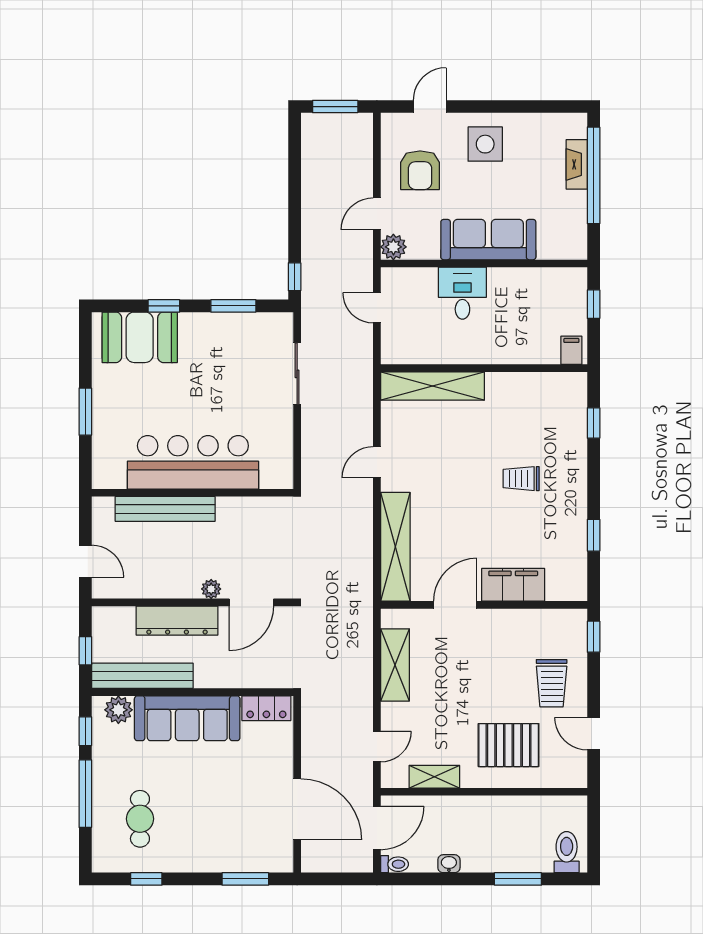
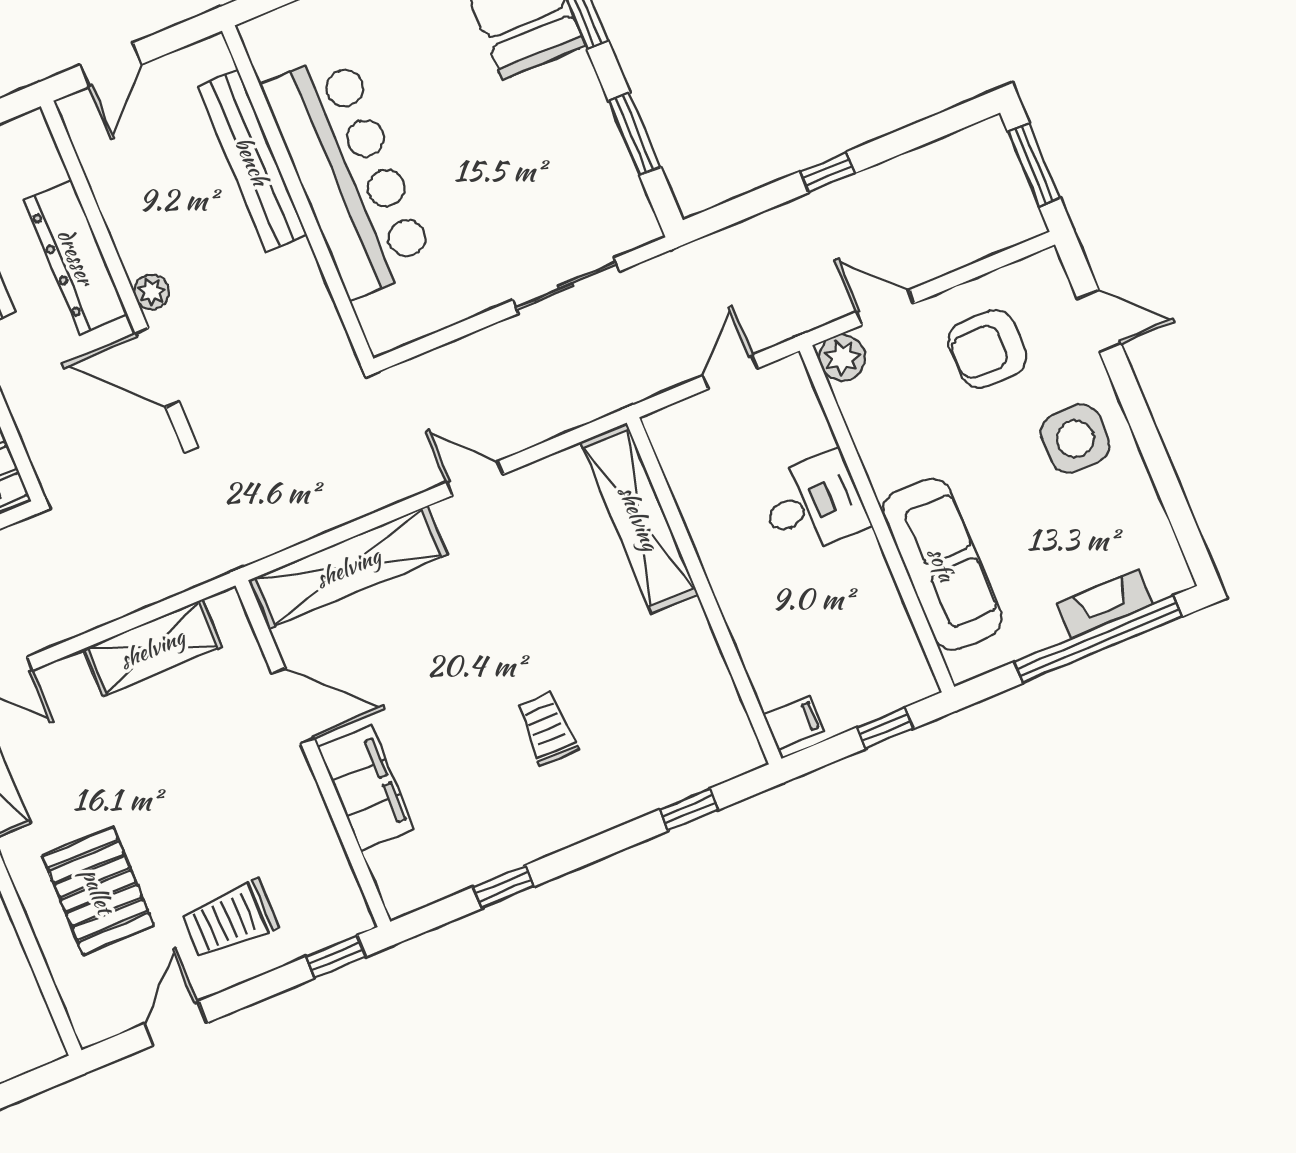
sofa: (488, 240) -> (942, 564), moved
window: (295, 277) -> (827, 172), moved

